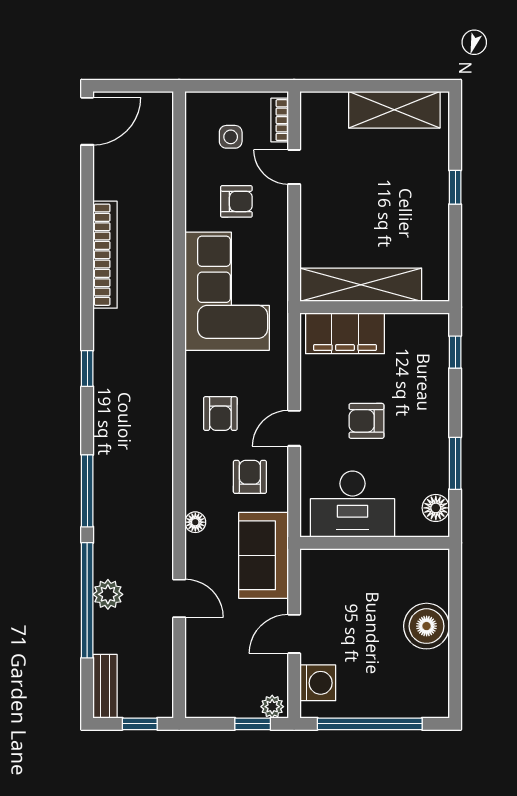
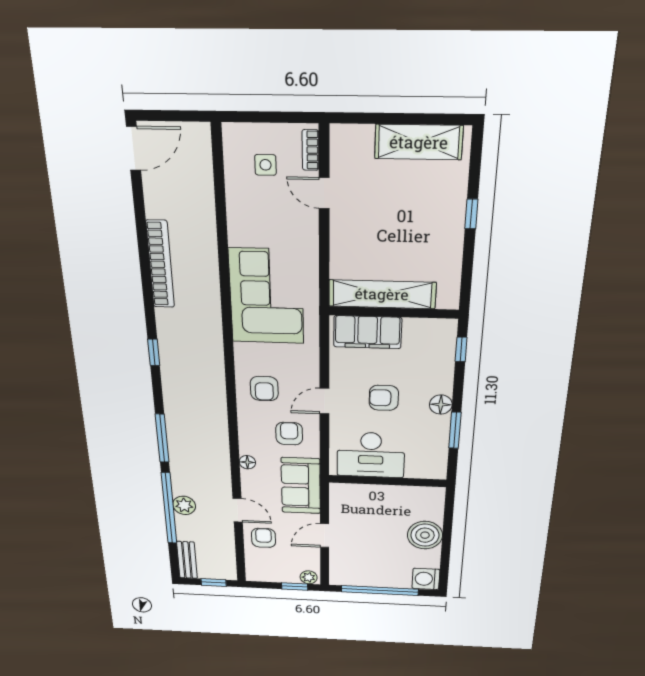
armchair: (236, 201) -> (264, 538), moved, turned -90
floor lamp: (436, 508) -> (441, 405), moved
washing machine: (318, 683) -> (426, 579), moved, turned 180

